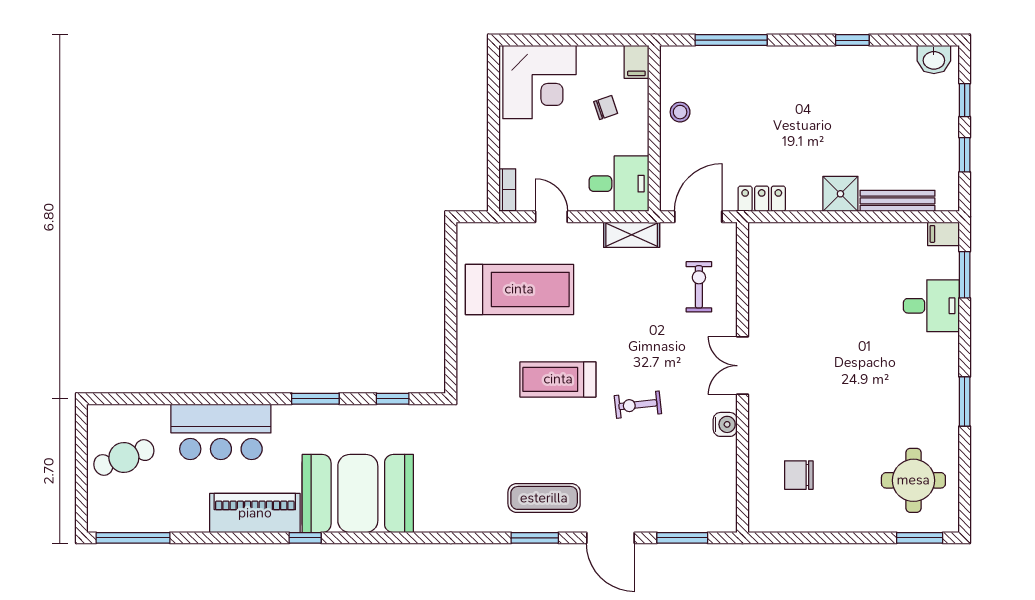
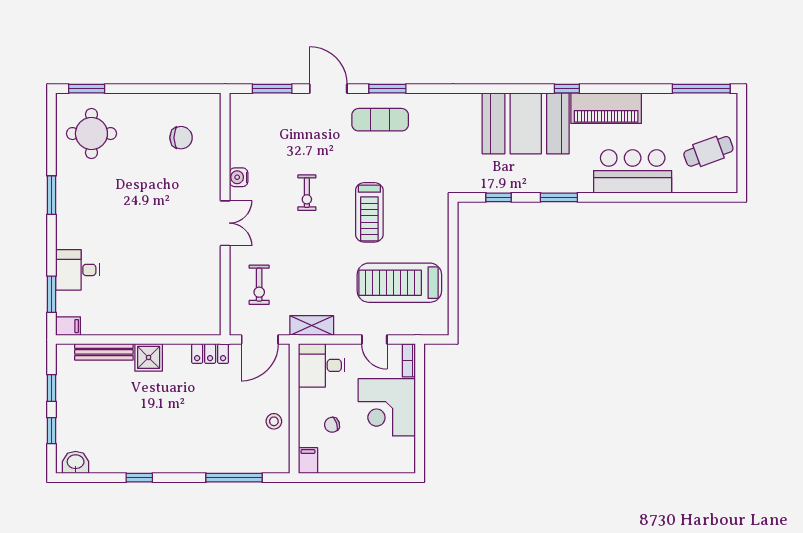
corner desk: (539, 82) -> (387, 407), moved, turned -90
treadmill: (558, 379) -> (369, 212), turned 90
exercise bike: (638, 405) -> (307, 193), turned 96

